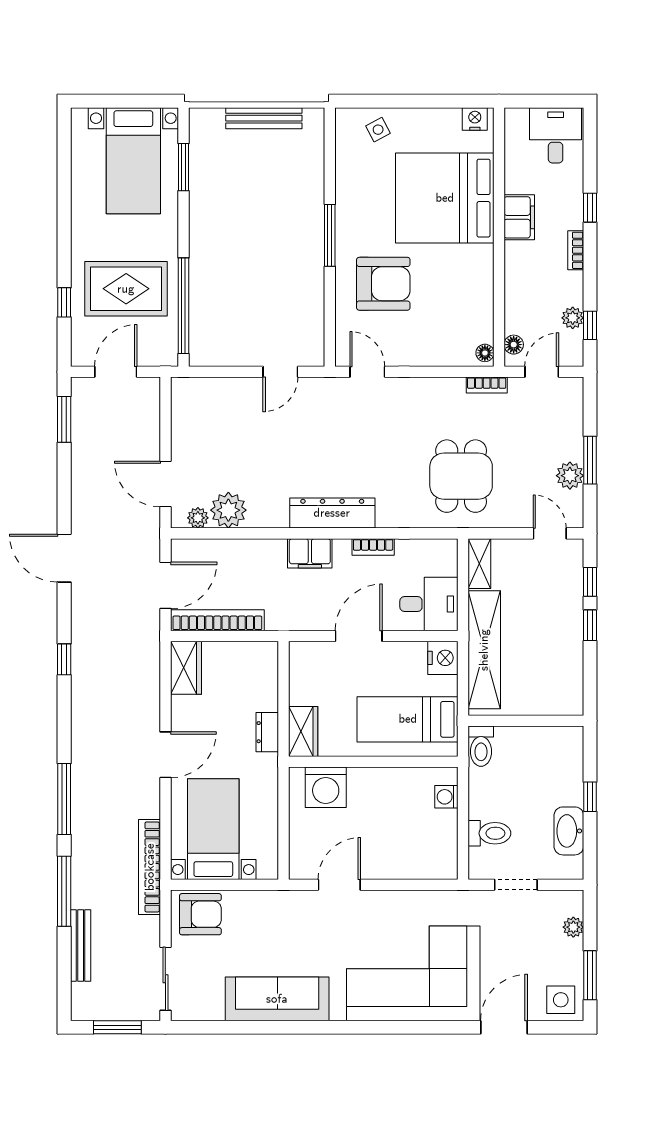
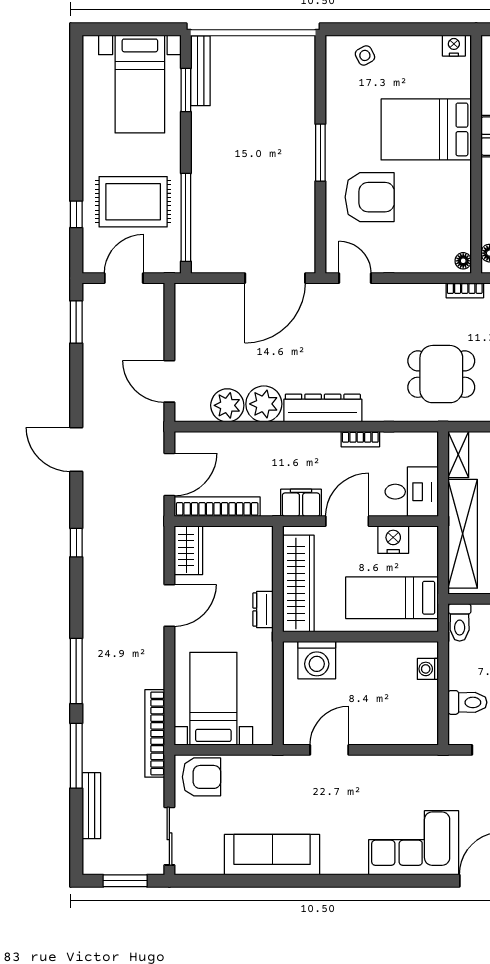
bench: (264, 118) -> (200, 71), moved, turned 90
bed: (445, 198) -> (426, 129), width x0.73
door: (280, 372) -> (275, 278), width x1.88
dining table: (461, 476) -> (441, 374), turned 90
plant: (198, 518) -> (264, 404), moved, width x1.87, depth x1.87
filing cabinet: (310, 553) -> (301, 503), moved, turned 180
nightstand: (443, 658) -> (393, 540), moved, turned -90
wardrobe: (303, 731) -> (298, 584), width x2.10, depth x1.17
door: (165, 755) -> (169, 605), moved
corner sofa: (413, 973) -> (414, 843), width x0.73, depth x0.74

